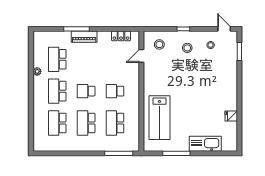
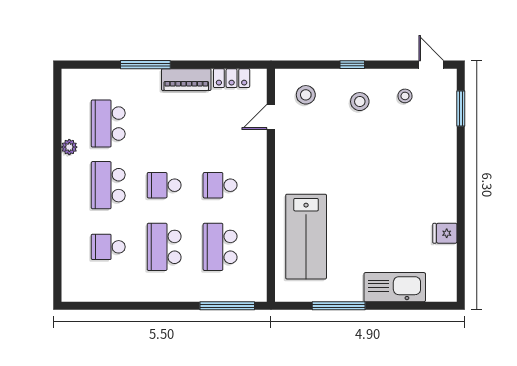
piano: (84, 37) -> (186, 80), moved
school desk: (57, 123) -> (108, 247), width x0.54

